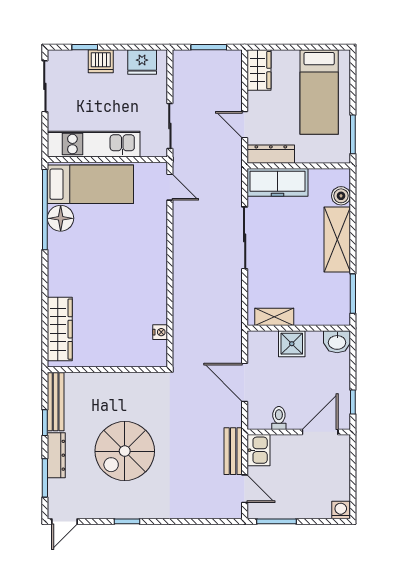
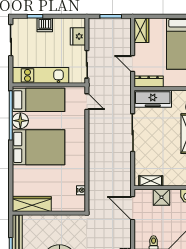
fridge: (142, 62) -> (78, 36), moved, turned 90
bed: (90, 262) -> (38, 147), added
wardrobe: (60, 329) -> (32, 204), moved, turned -90
door: (245, 382) -> (133, 208), moved

